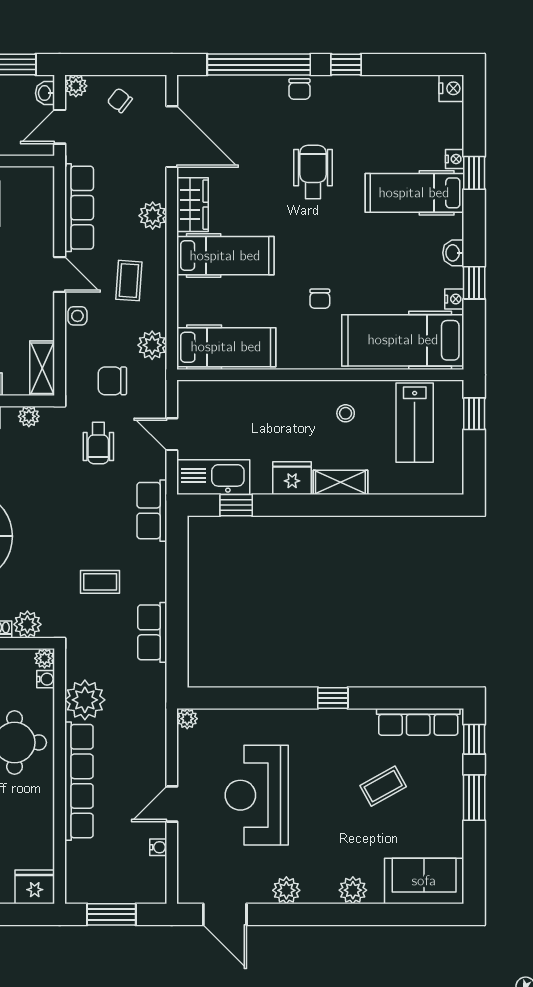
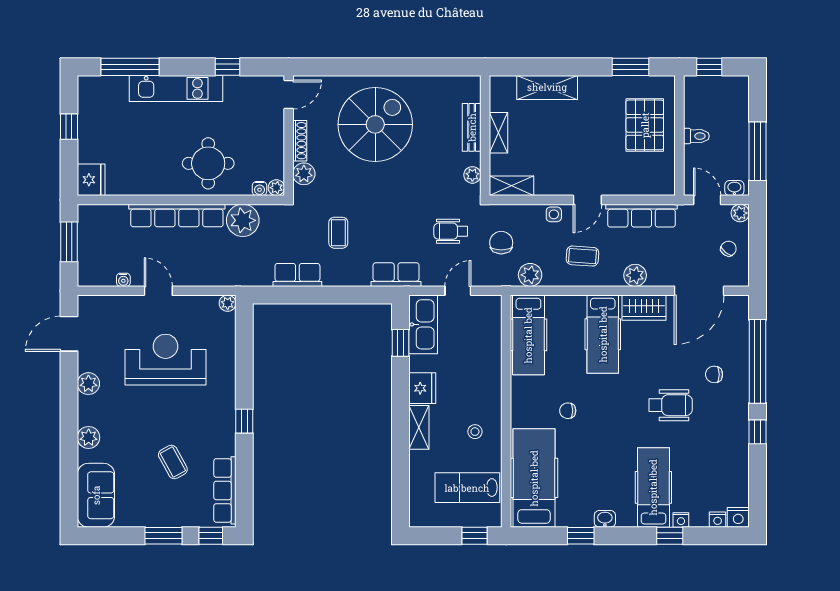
chair: (299, 89) -> (714, 374), moved
nightstand: (454, 299) -> (718, 520), moved

